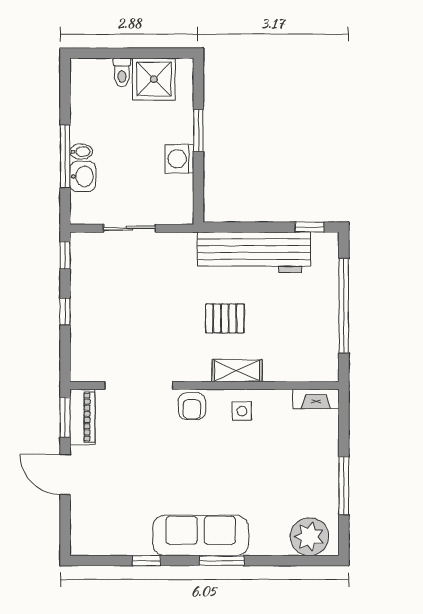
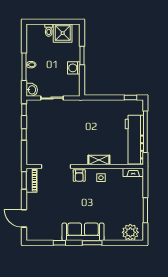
washbasin: (83, 177) -> (32, 90), moved
workbench: (254, 252) -> (134, 140), moved, turned 90
pallet: (225, 318) -> (94, 137), removed
door: (65, 475) -> (24, 218), moved

